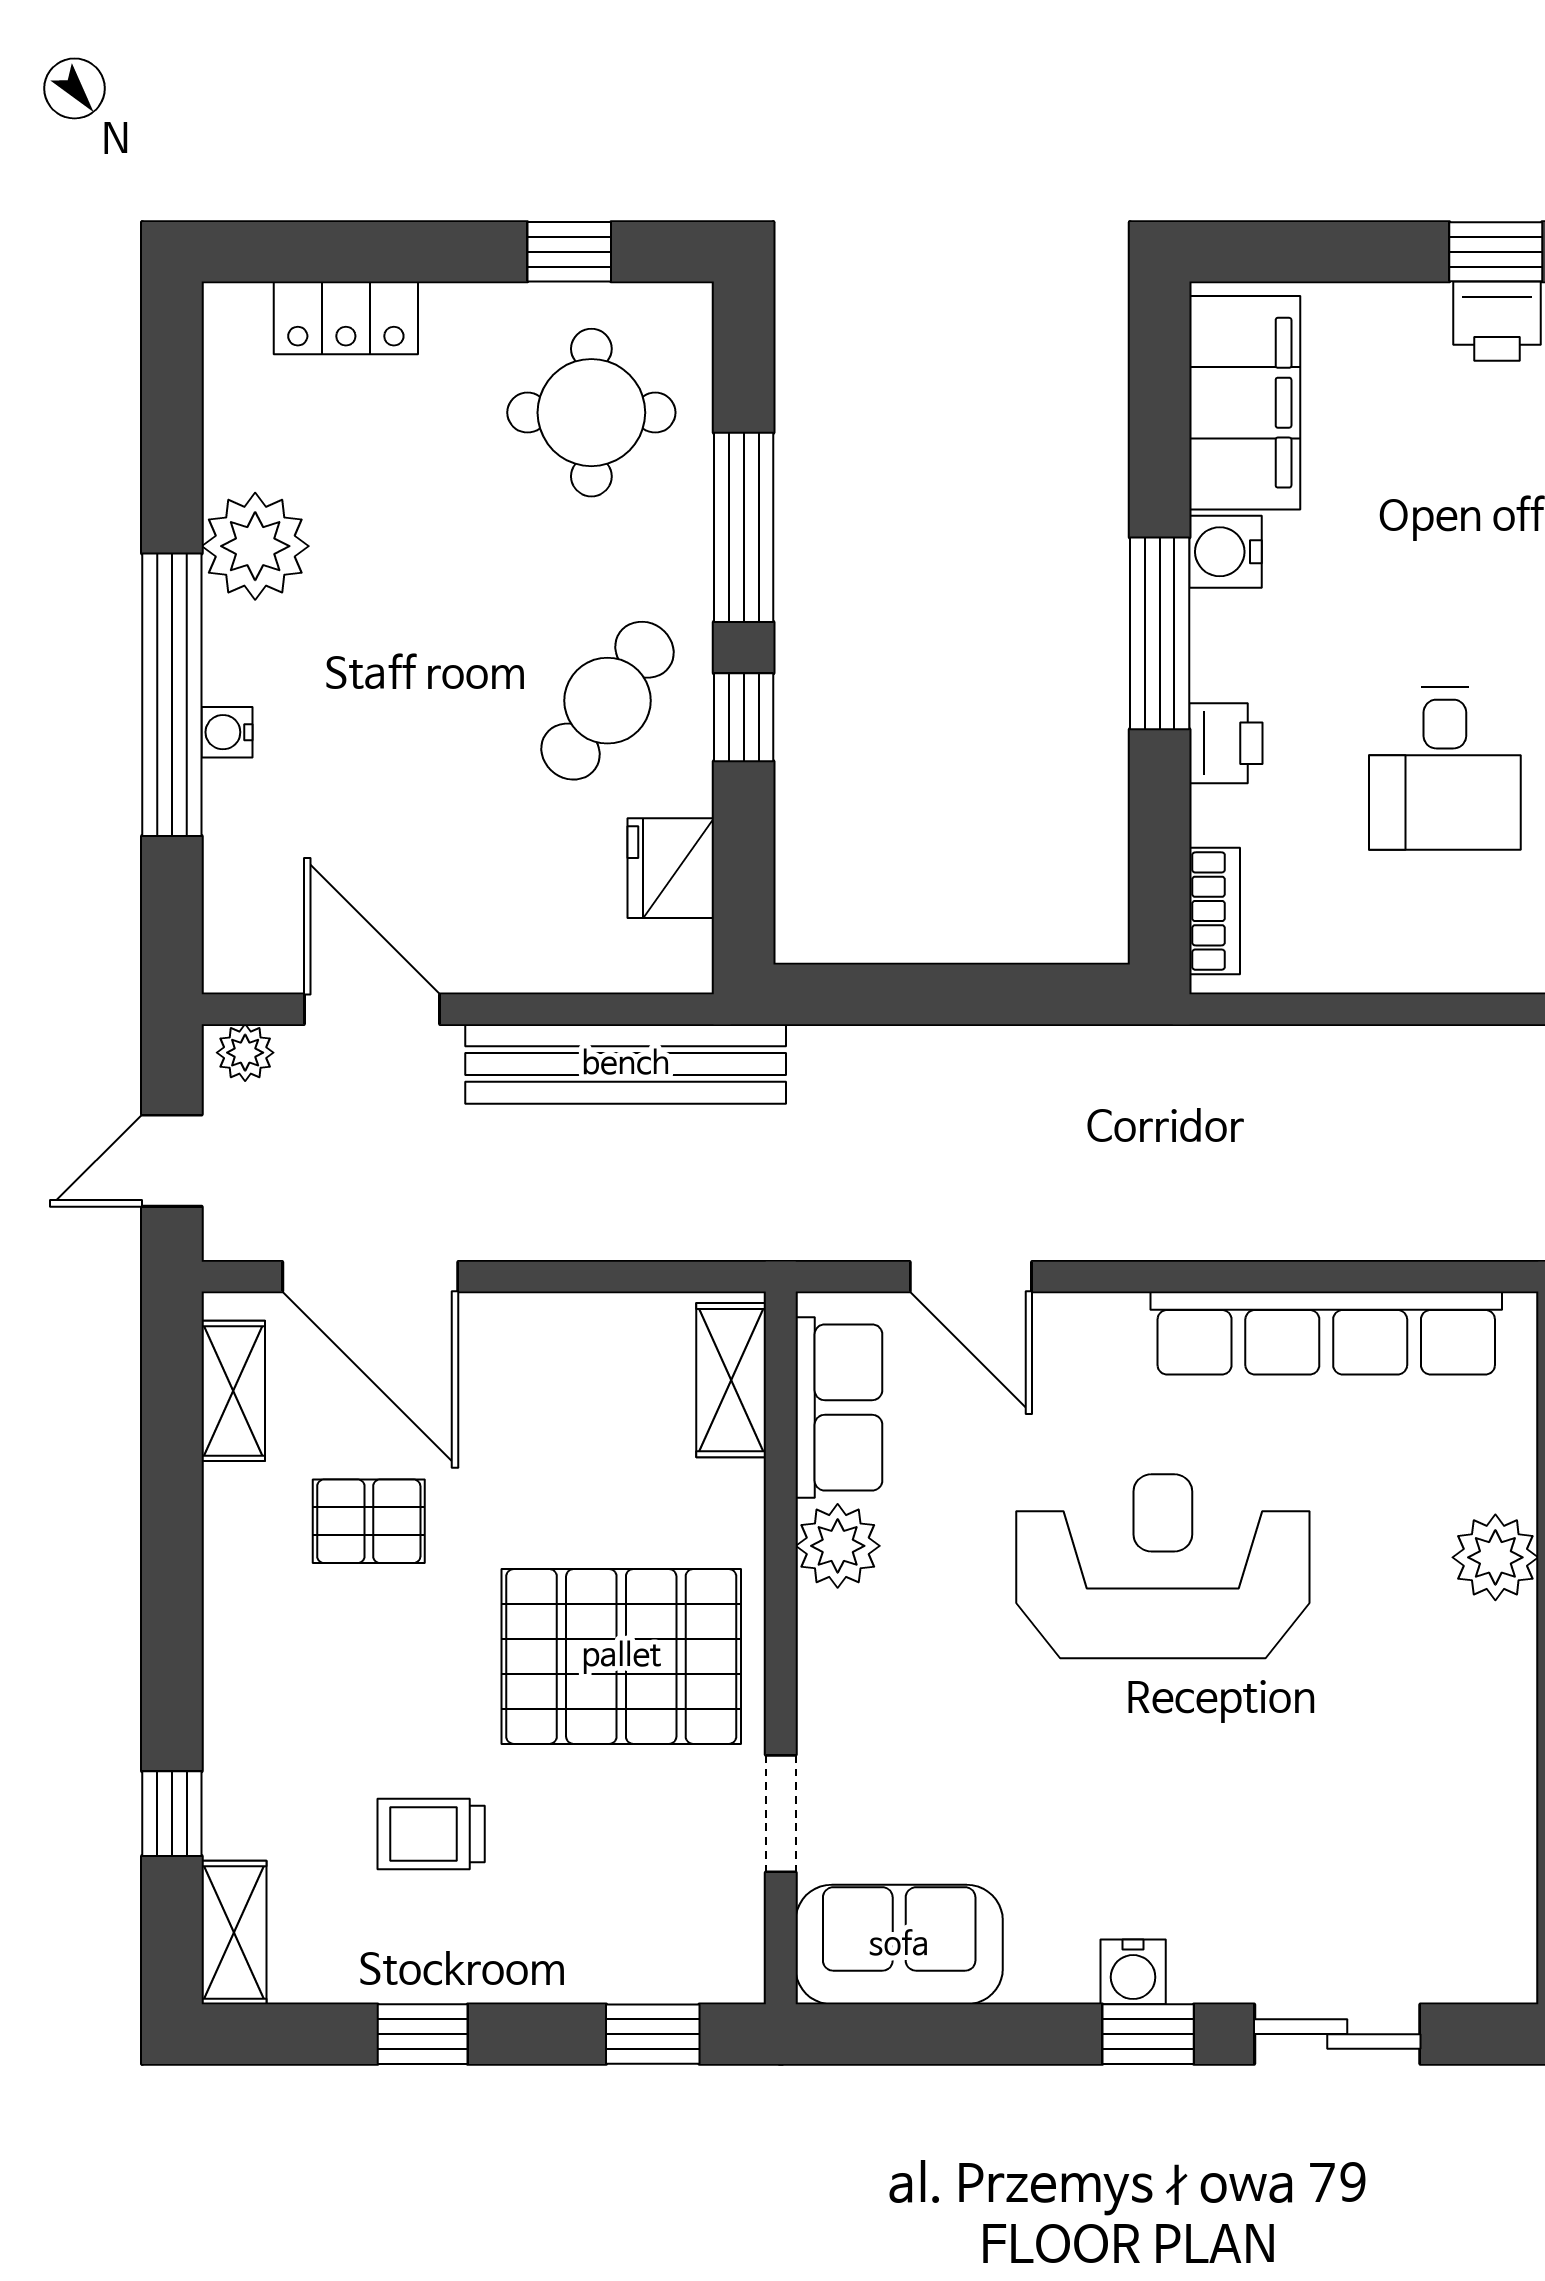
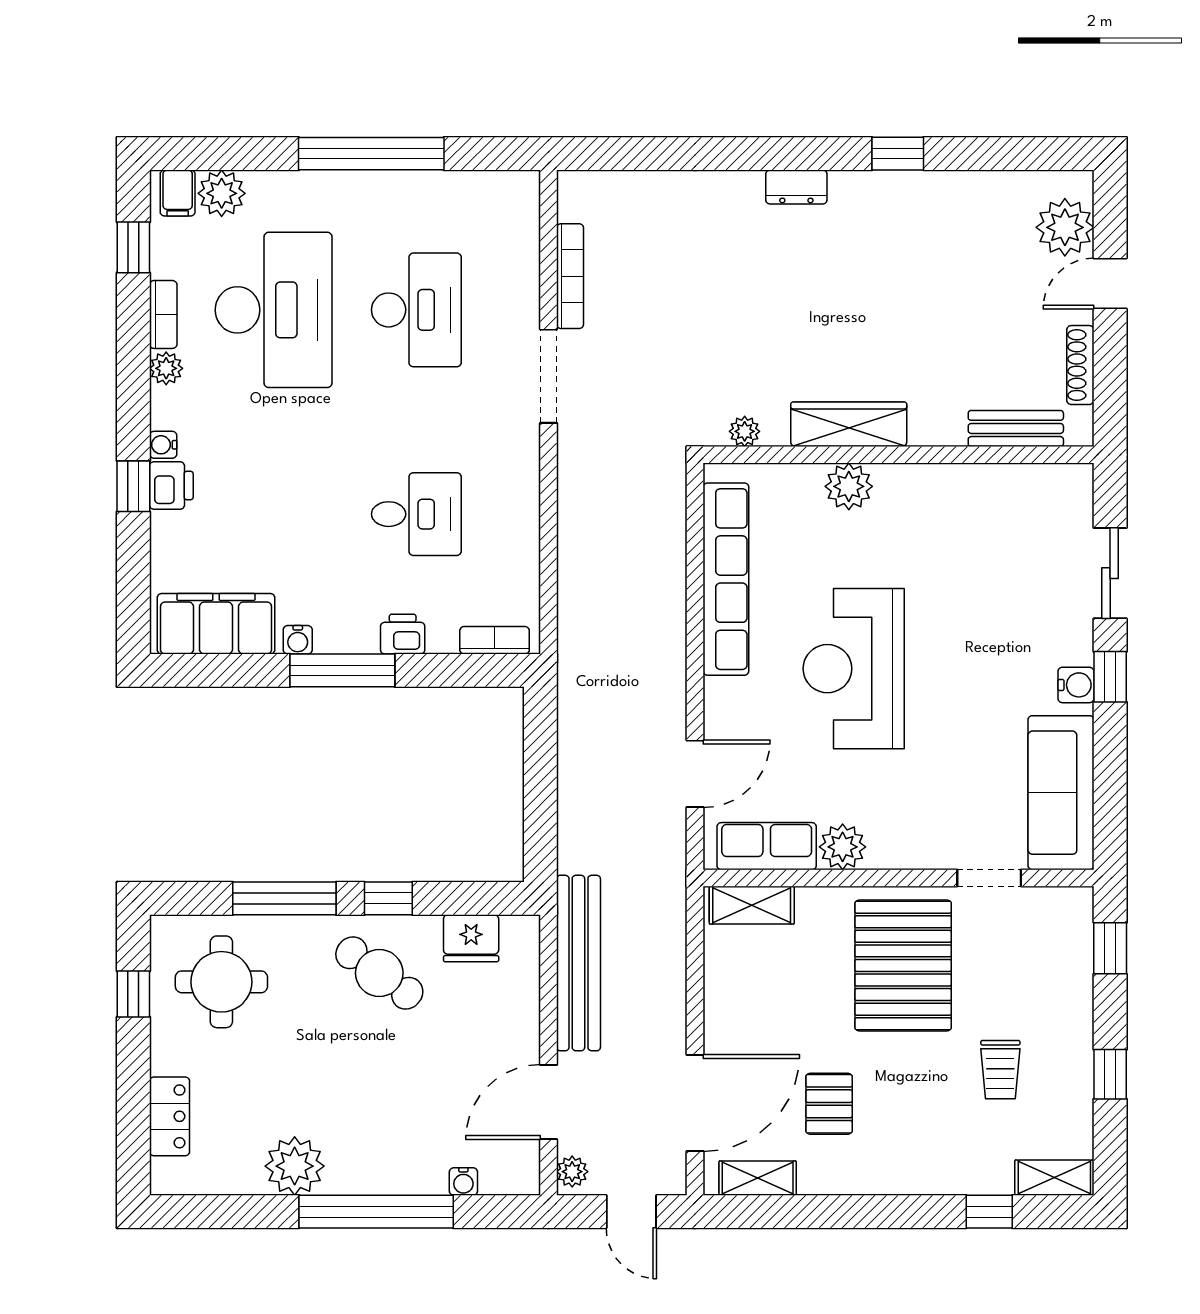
water cooler: (1225, 552) -> (298, 640), width x0.72, depth x0.72
water cooler: (227, 732) -> (463, 1182), moved
sofa: (899, 1945) -> (1061, 793), width x1.36

